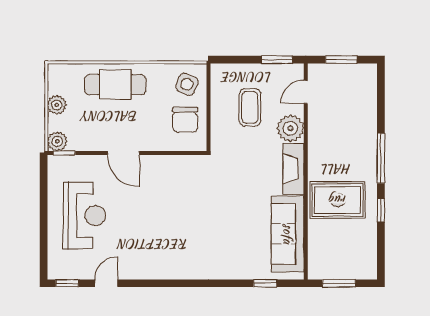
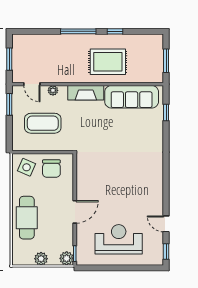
coffee table: (250, 107) -> (43, 123), width x1.36, depth x1.32
chair: (185, 120) -> (51, 169), turned 90
plant: (290, 128) -> (53, 90), width x0.53, depth x0.53
rug: (338, 200) -> (108, 62), turned 90

